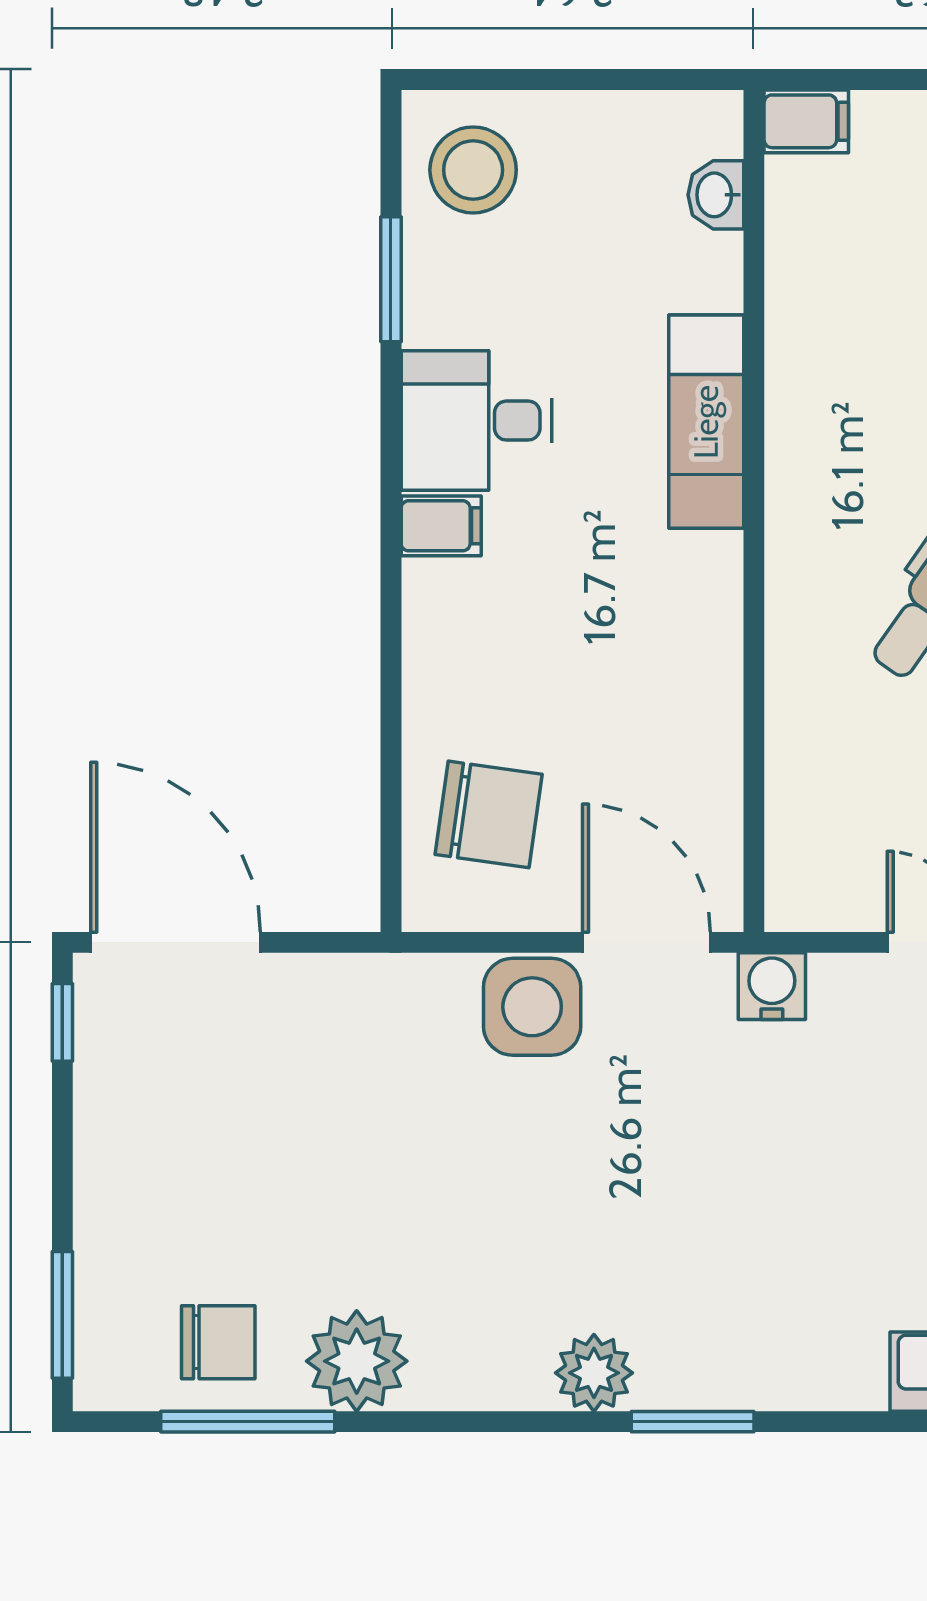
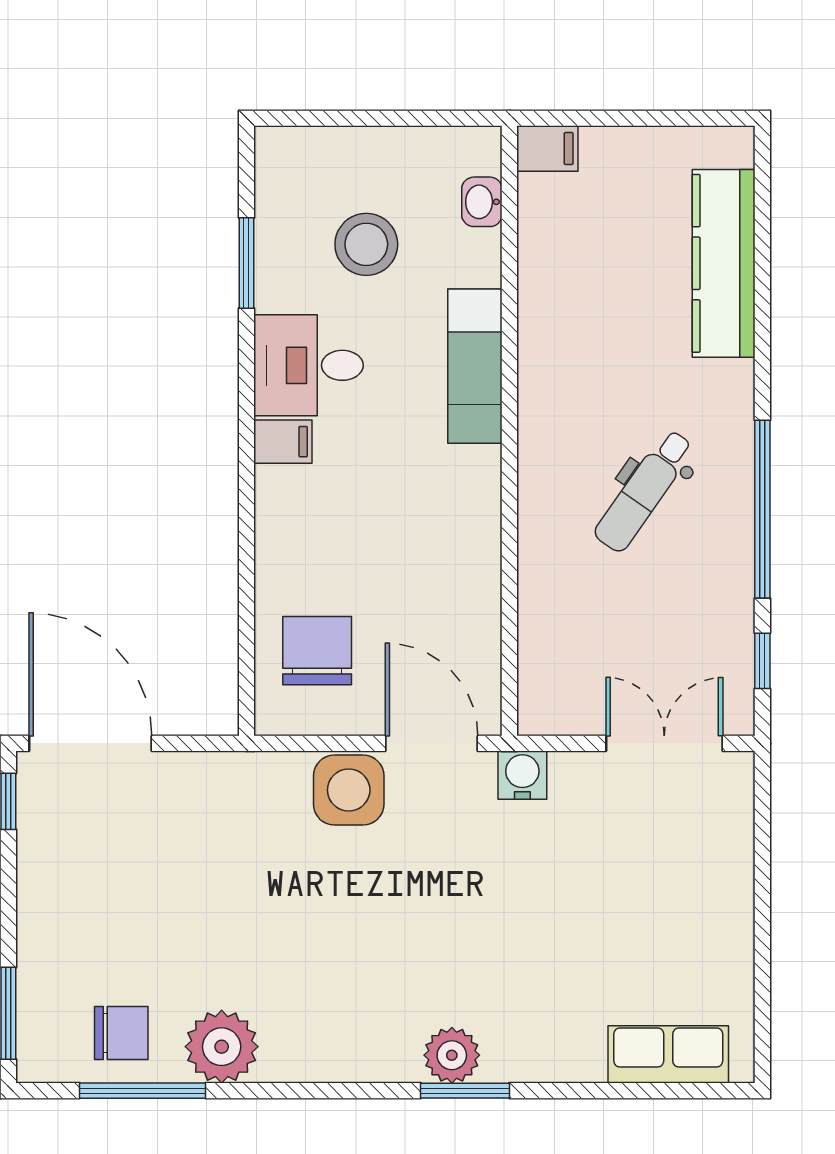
stool: (473, 170) -> (366, 244), moved
chair: (489, 814) -> (317, 651), turned -98
plant: (594, 1373) -> (452, 1055), moved

